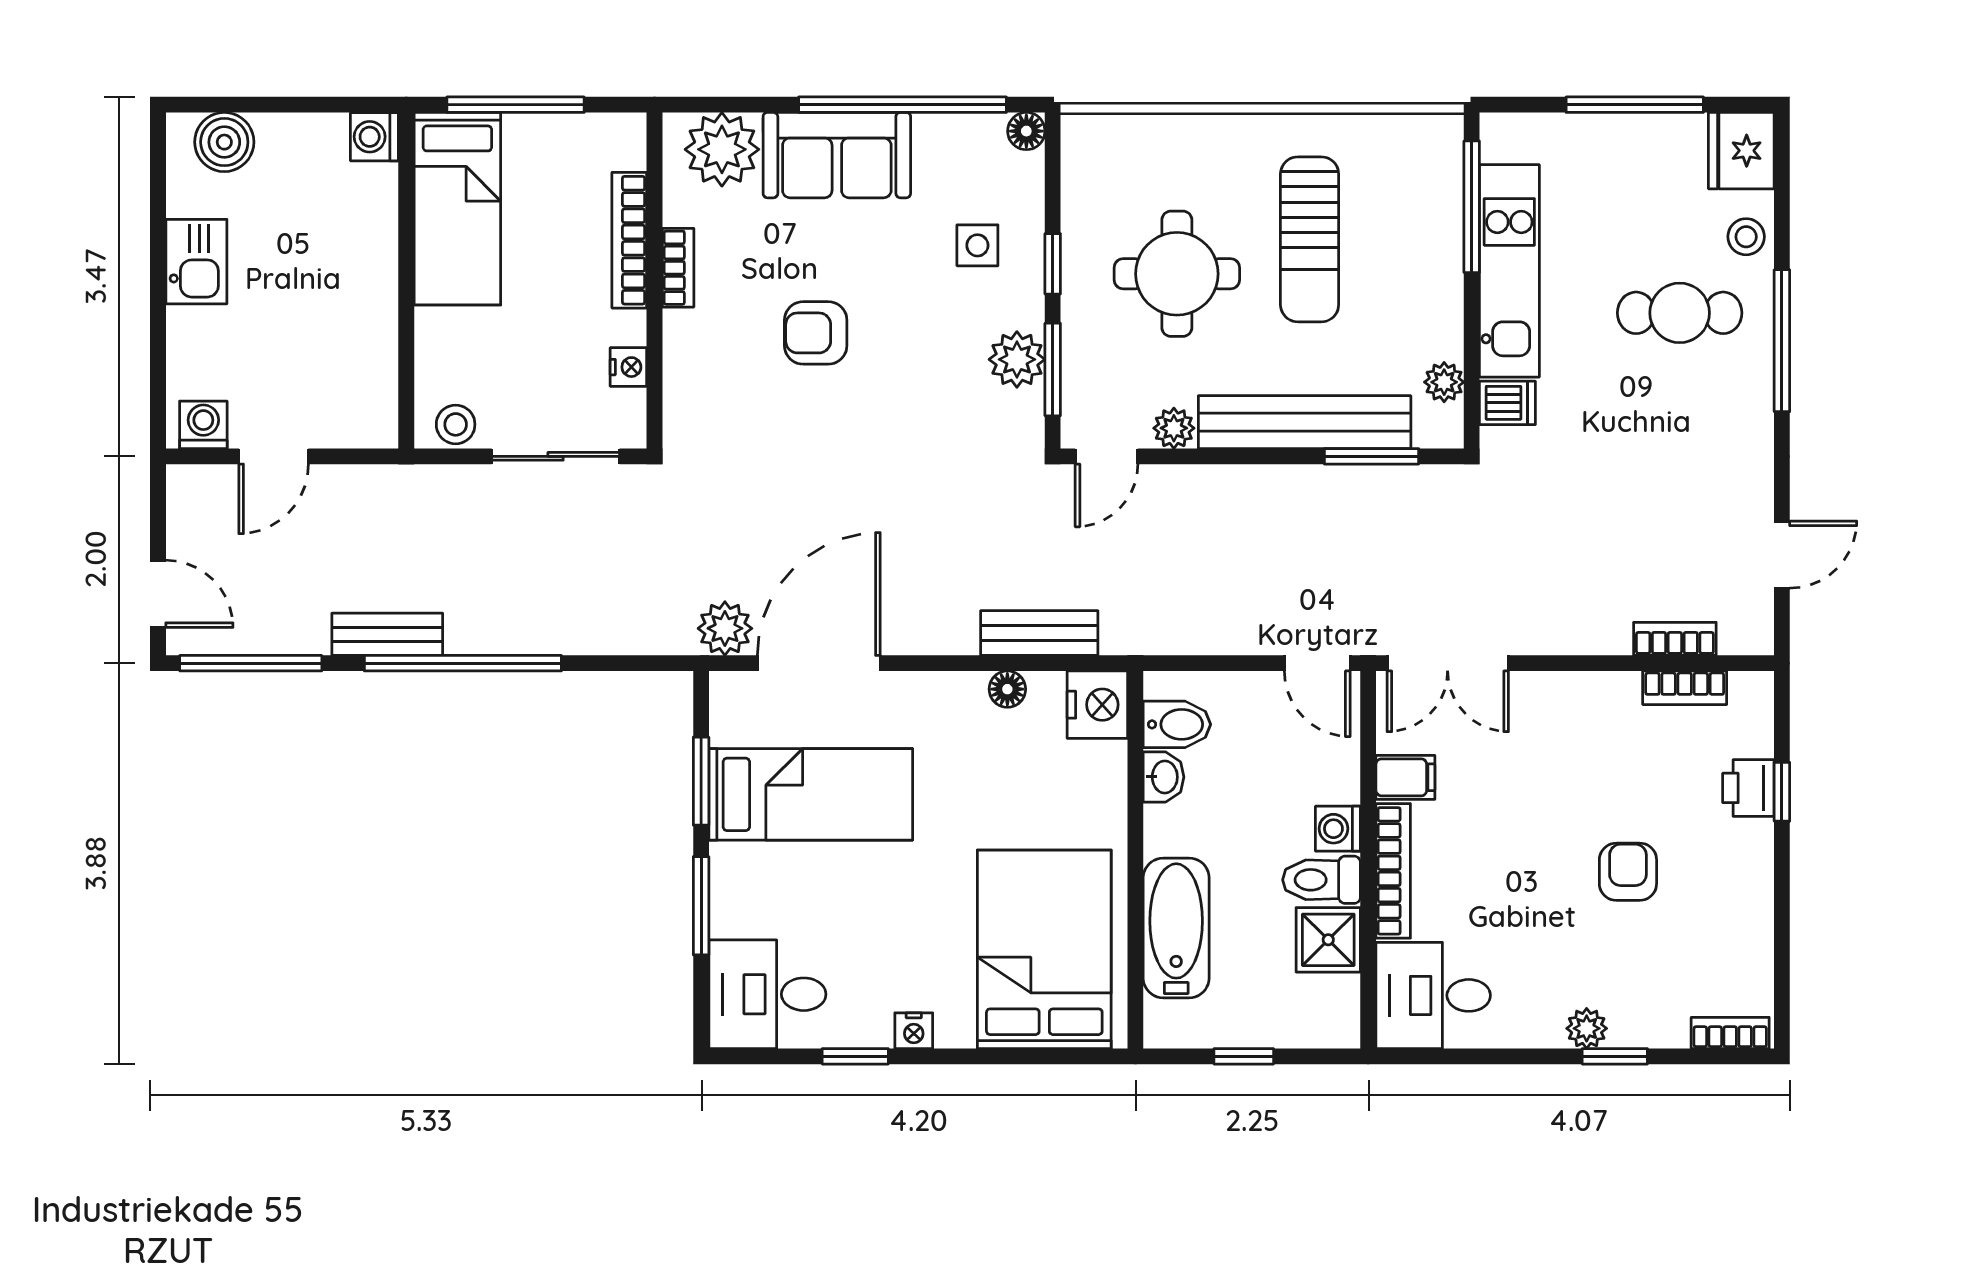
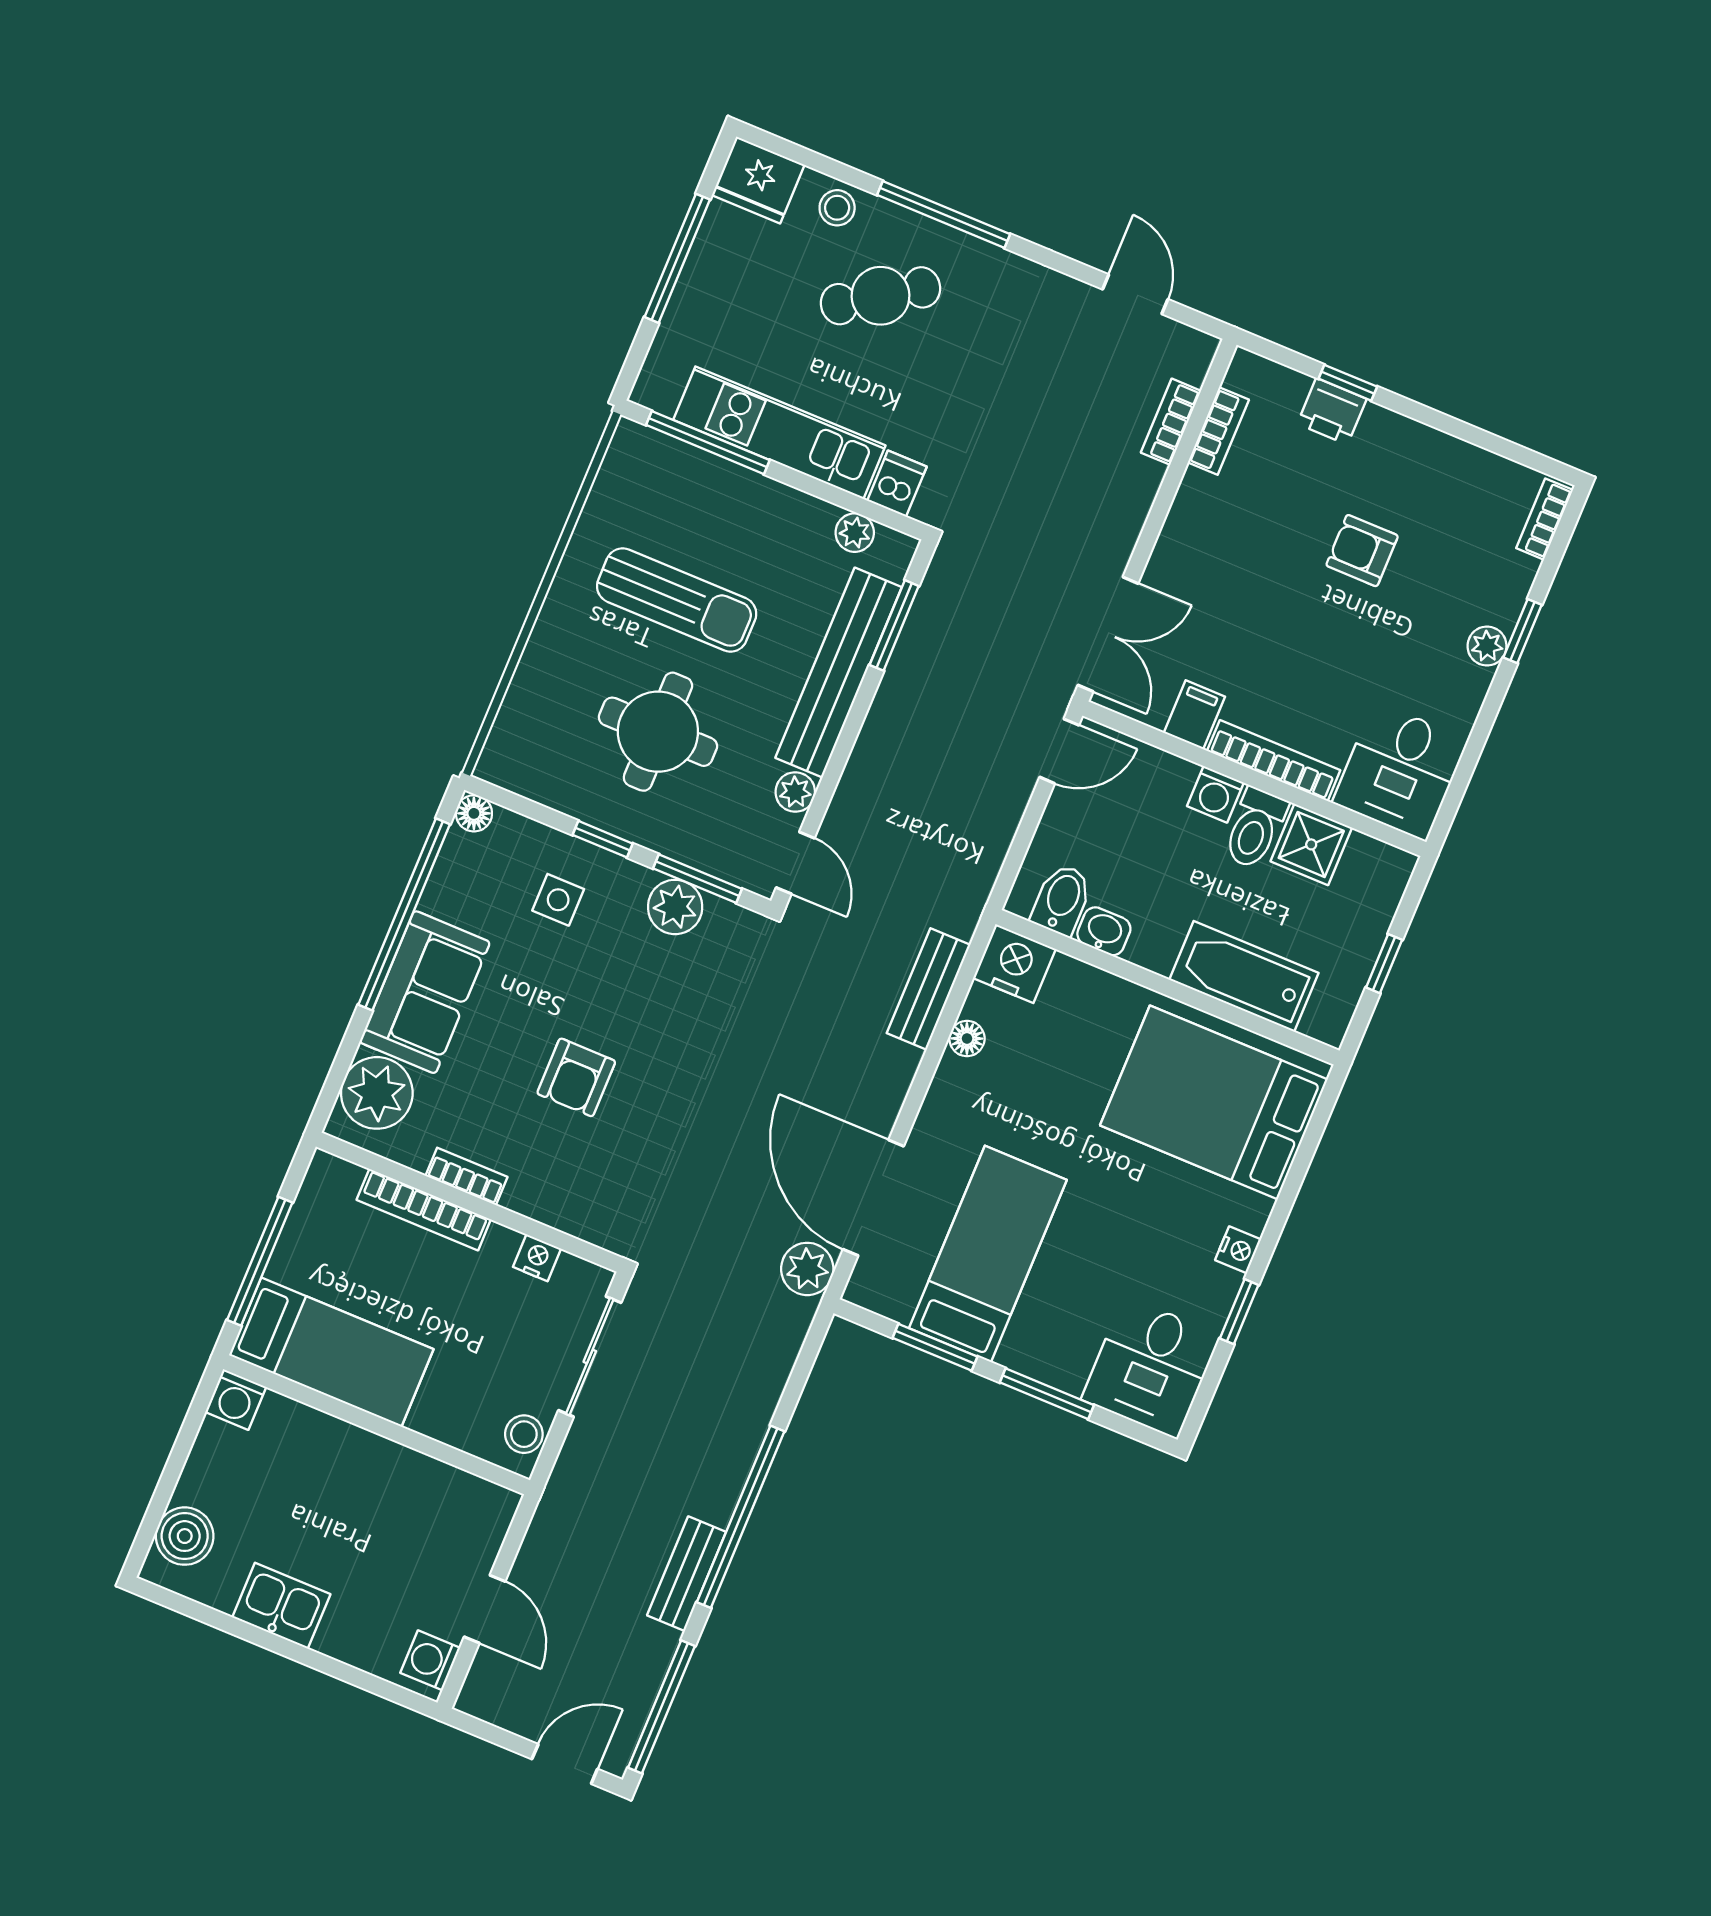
cafe table: (1680, 313) -> (881, 296), turned 56

